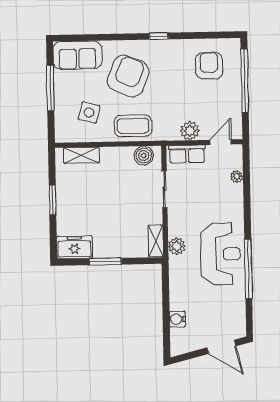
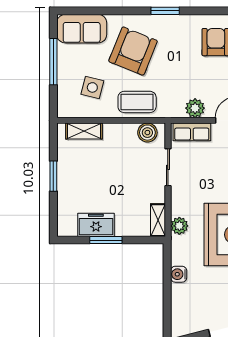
window: (159, 36) -> (165, 11), width x1.50
freezer: (74, 247) -> (96, 225), moved
water cooler: (177, 319) -> (179, 274), moved

